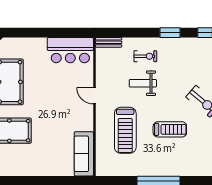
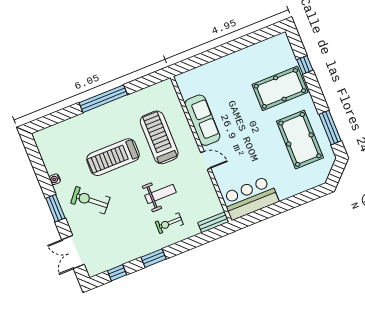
treadmill: (170, 129) -> (113, 157), width x1.37, depth x1.38
sofa: (84, 154) -> (202, 120), moved

